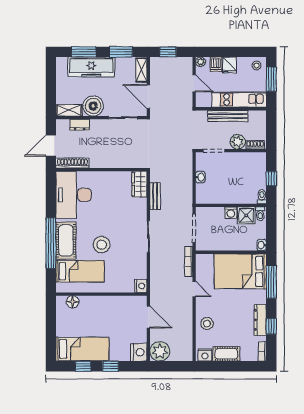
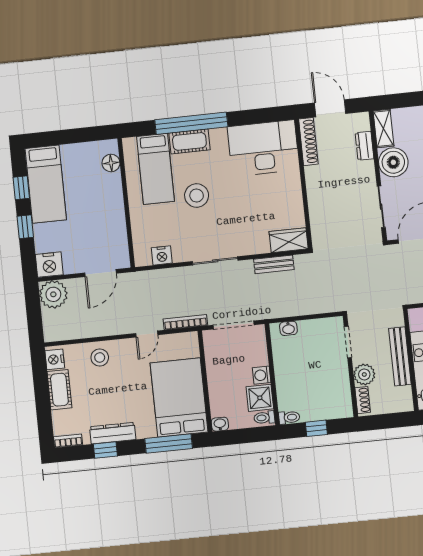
washbasin: (200, 177) -> (288, 328), moved
cot: (66, 241) -> (189, 141), width x0.73, depth x0.75
nightstand: (141, 286) -> (162, 255), moved

